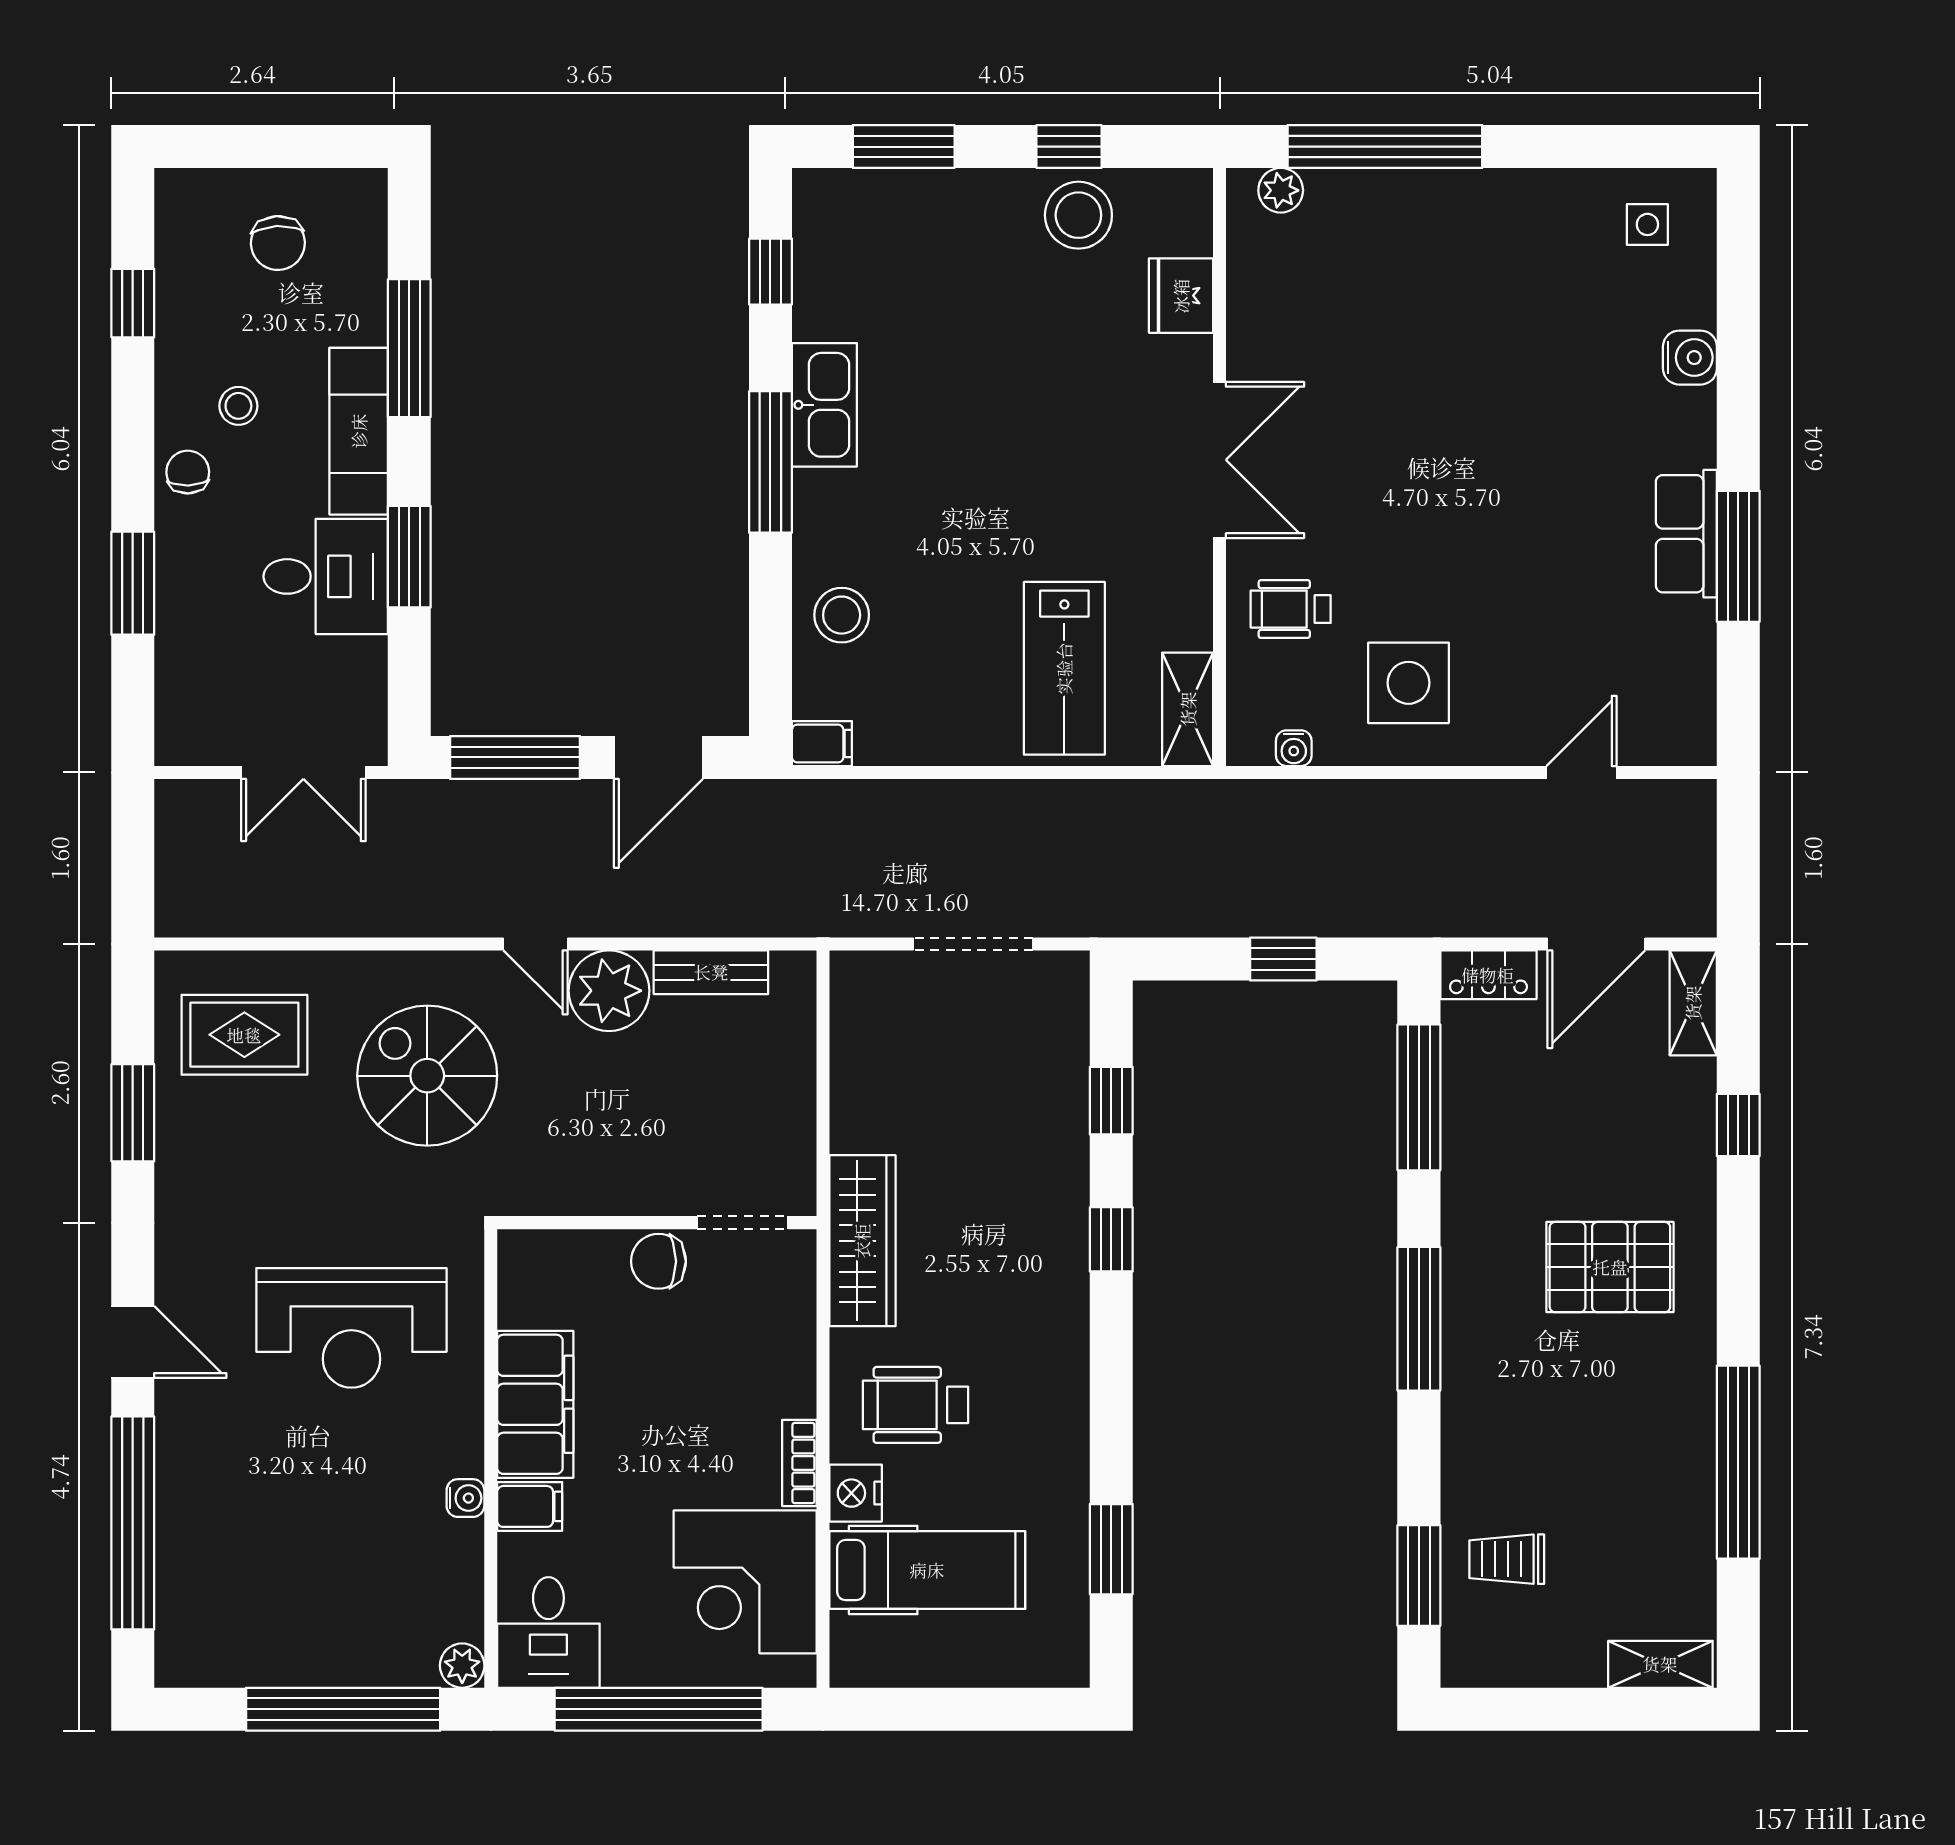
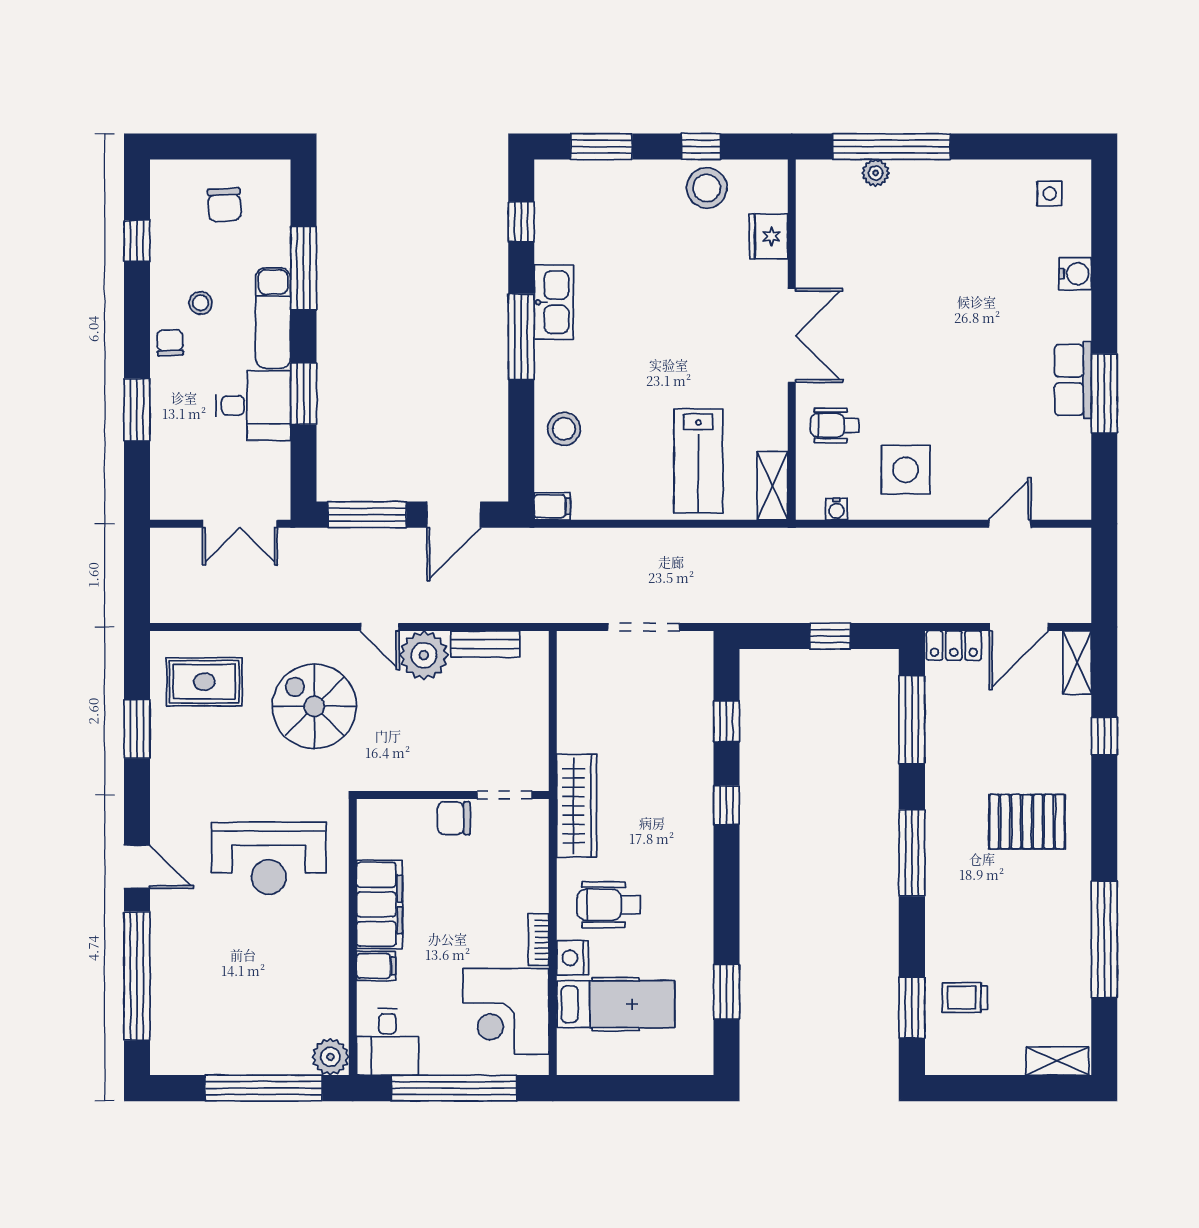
plant: (1281, 190) -> (876, 173), moved
water cooler: (465, 1498) -> (337, 961), removed
plant: (462, 1666) -> (330, 1057), width x1.38, depth x1.38

